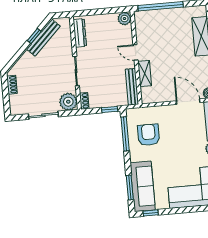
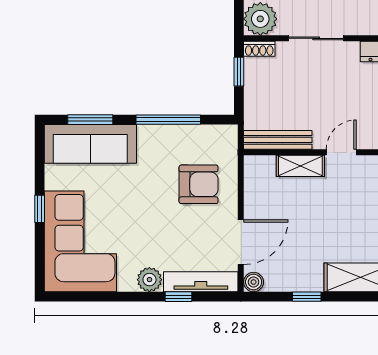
window: (110, 110) -> (239, 72), moved
window: (125, 134) -> (168, 120), moved
armchair: (148, 135) -> (199, 184), moved
window: (151, 213) -> (40, 209), moved

